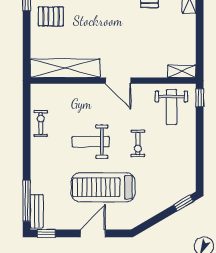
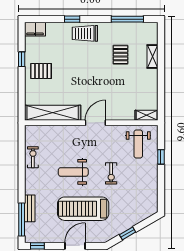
door: (118, 81) -> (95, 123), swing flipped
window: (200, 98) -> (161, 157), moved
window: (184, 203) -> (128, 233), moved
bench: (37, 211) -> (30, 208), moved

